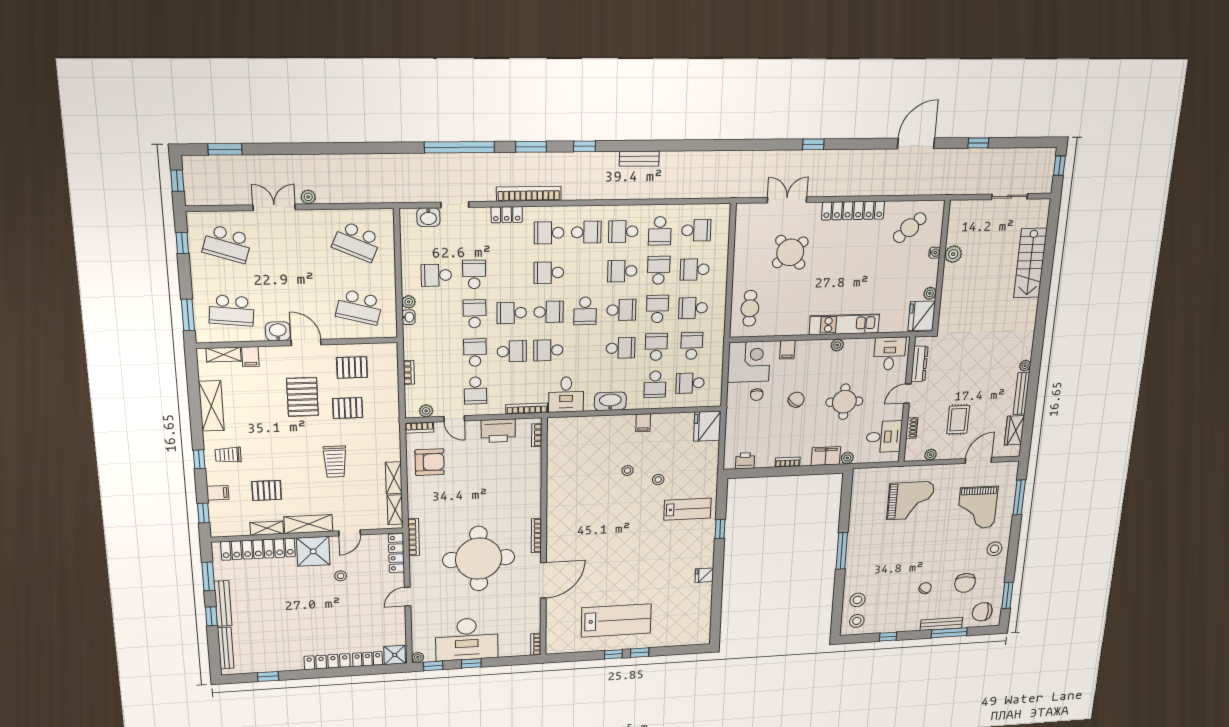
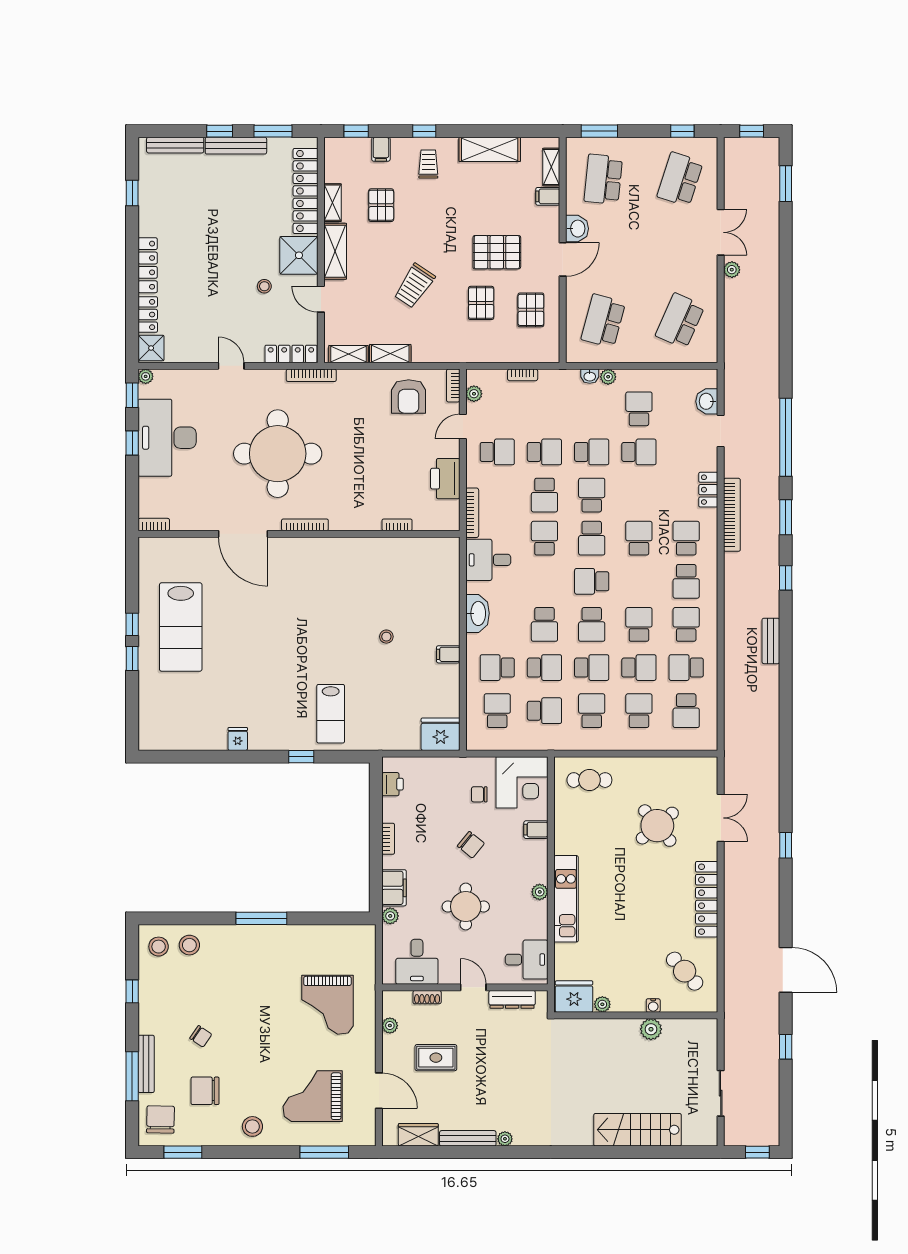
school desk: (475, 391) -> (497, 452), turned 180
bookcase: (537, 435) -> (397, 525), moved
trolley: (335, 462) -> (414, 286), turned -56
stool: (658, 480) -> (372, 675), removed

